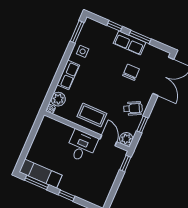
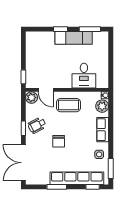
window: (115, 26) -> (93, 187), moved
row of seats: (130, 43) -> (77, 178), width x2.02
chair: (131, 72) -> (59, 141), moved
window: (142, 124) -> (23, 128), moved
desk: (82, 146) -> (84, 76), moved
exam couch: (41, 174) -> (74, 38), moved

